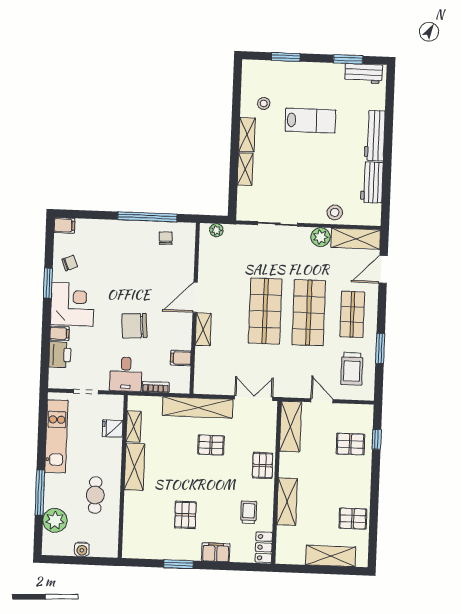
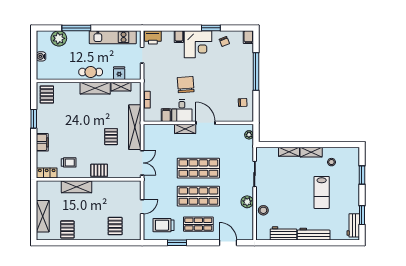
window: (147, 217) -> (256, 72), moved
shelving: (356, 239) -> (247, 224), removed
printer: (60, 355) -> (153, 37), moved
desk: (126, 374) -> (182, 111), moved, turned -90
shelving: (290, 427) -> (125, 187), removed
window: (377, 439) -> (119, 243), removed
cafe table: (95, 495) -> (91, 72), moved
pallet: (185, 515) -> (47, 94), moved, turned 90

